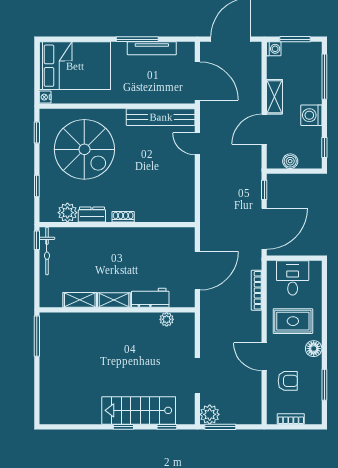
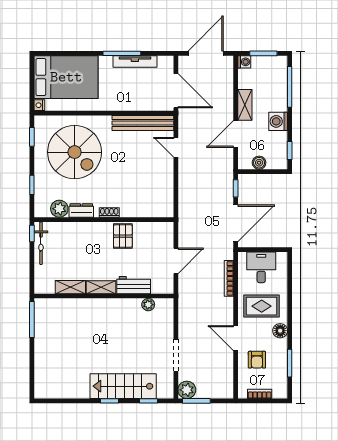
pallet: (138, 243) -> (123, 236), added
door: (197, 271) -> (176, 261), width x0.73
armchair: (288, 381) -> (257, 360), turned 90

